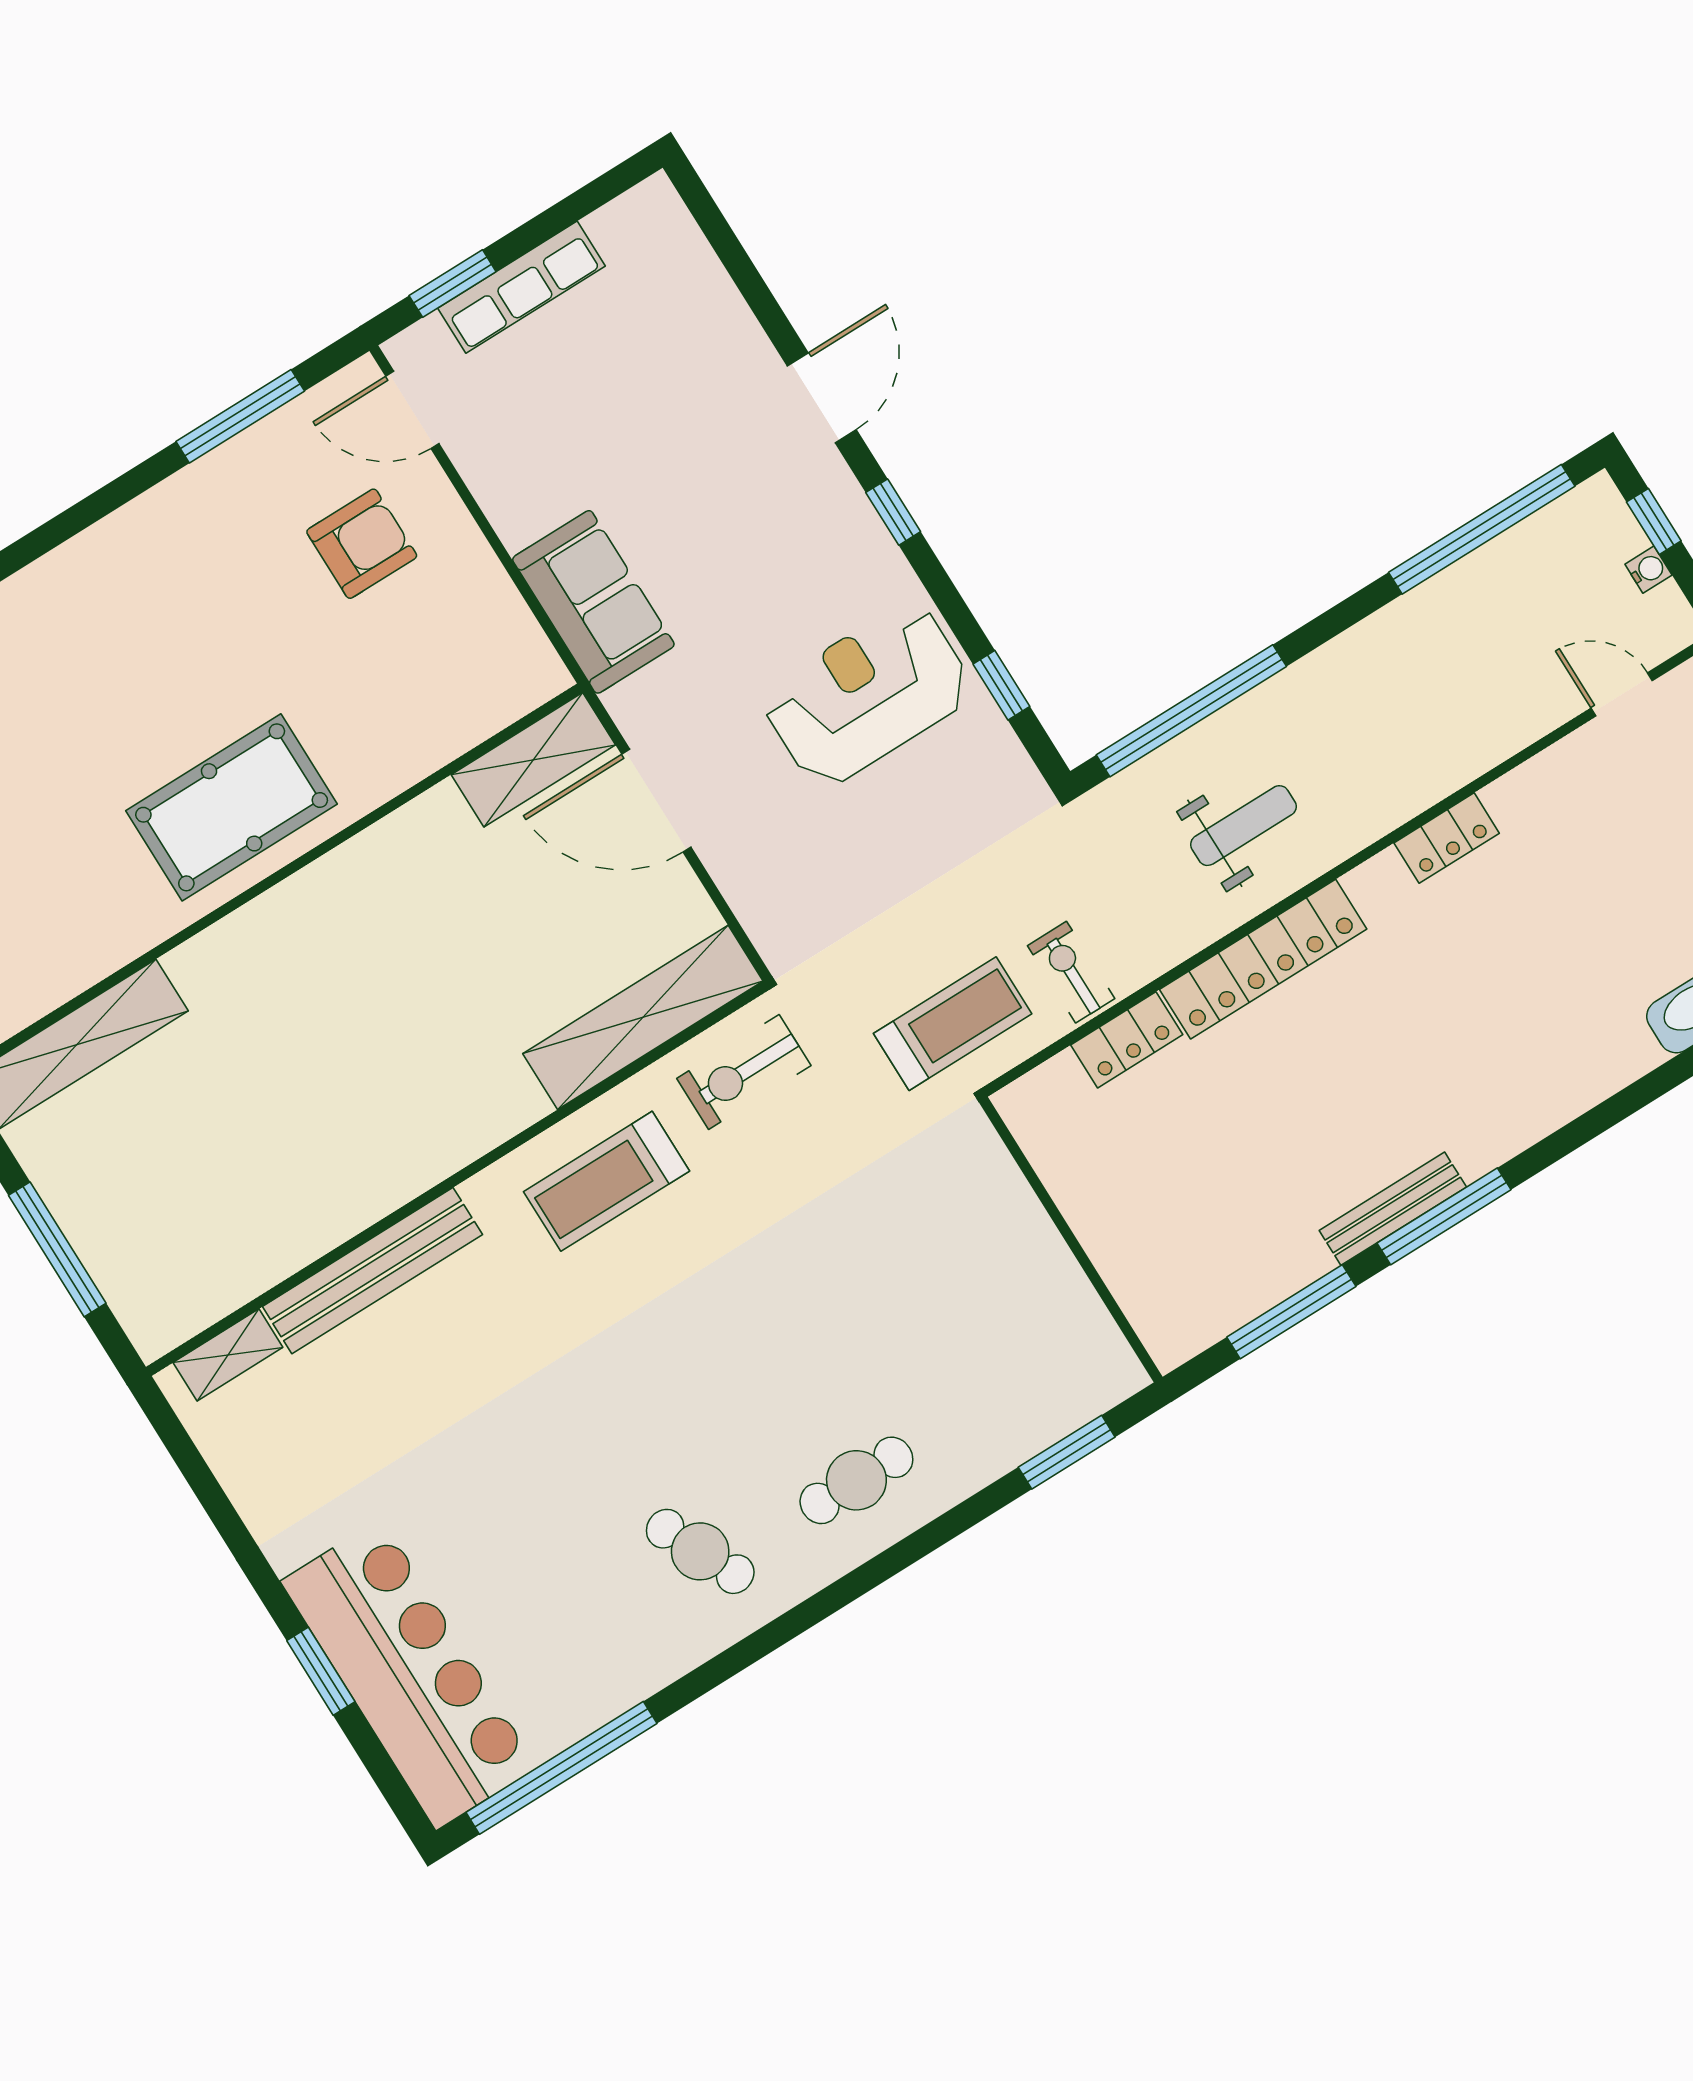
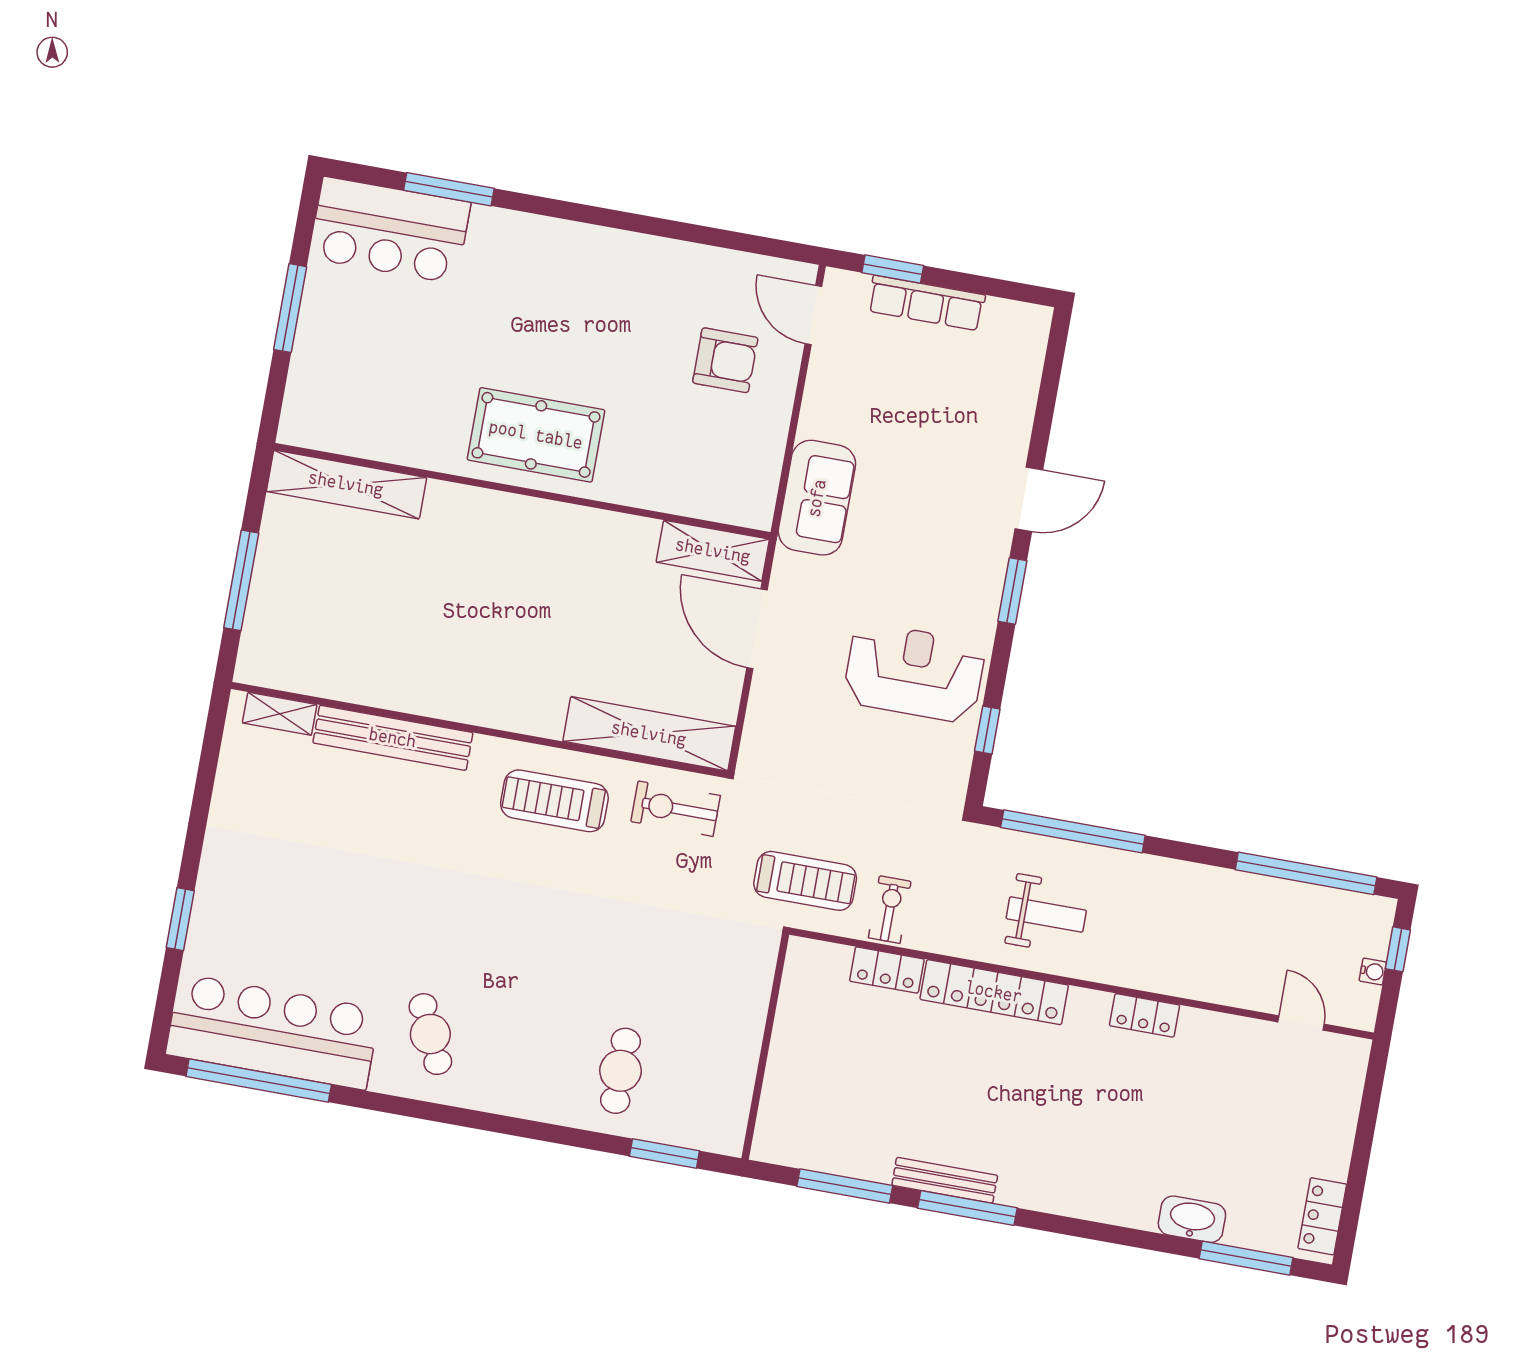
window: (240, 416) -> (722, 238), removed
window: (893, 512) -> (1012, 591), width x1.50
cafe table: (856, 1480) -> (620, 1071), moved, turned 90
bar counter: (409, 1674) -> (273, 1032), moved, turned -90

